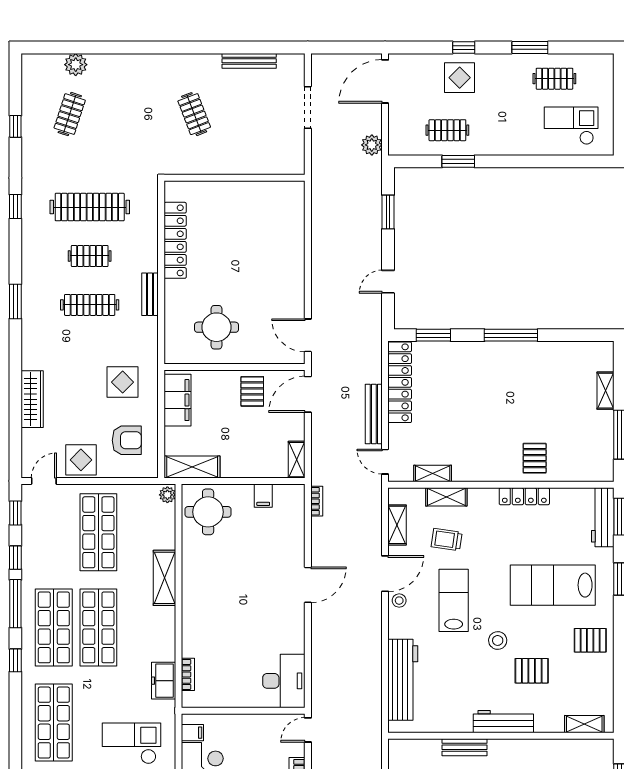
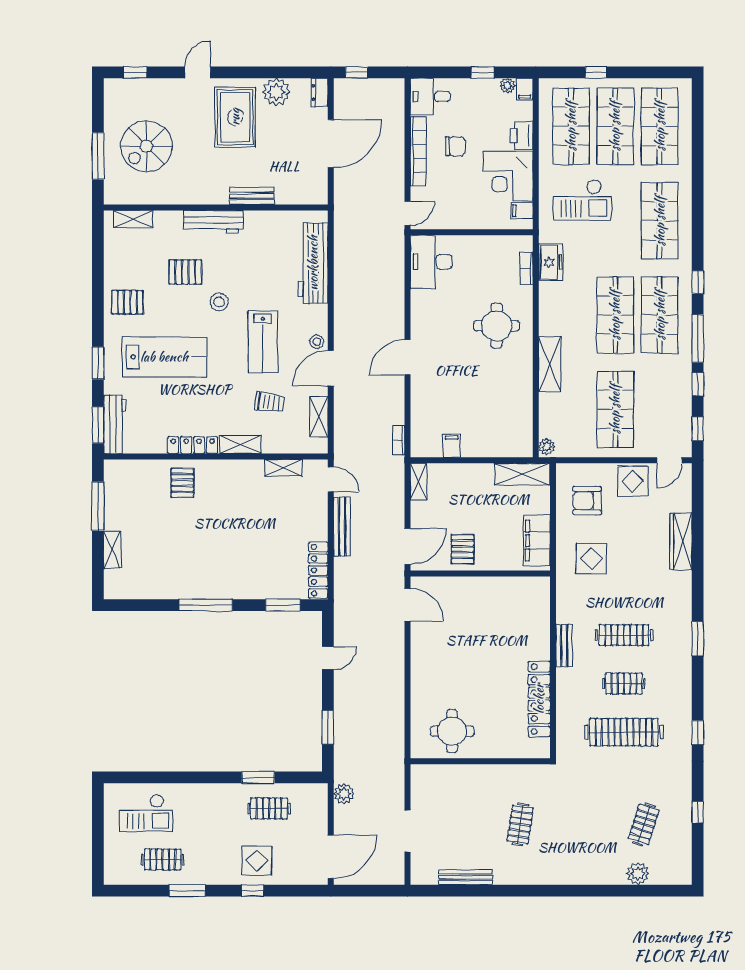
clothes rail: (194, 114) -> (520, 824), turned 30
round table: (217, 327) -> (452, 731), moved
locker: (400, 382) -> (318, 570), width x0.71, depth x0.83
shelving: (446, 497) -> (240, 444), moved
round table: (208, 512) -> (497, 326), moved

